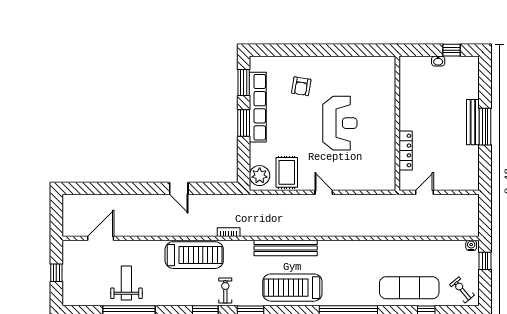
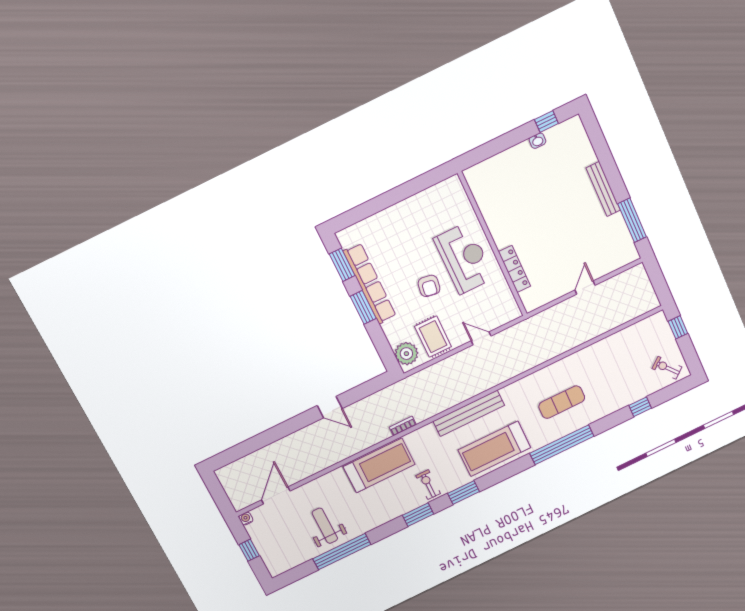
armchair: (301, 86) -> (429, 286), moved
wall: (397, 123) -> (493, 244), moved
window: (485, 127) -> (632, 220), moved
locker: (406, 150) -> (514, 269), moved
water cooler: (471, 245) -> (246, 519), moved
exercise mat: (409, 288) -> (562, 402), moved, width x0.73, depth x0.69

